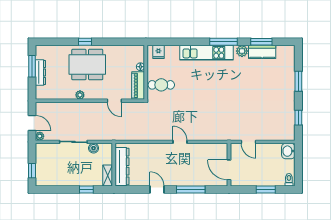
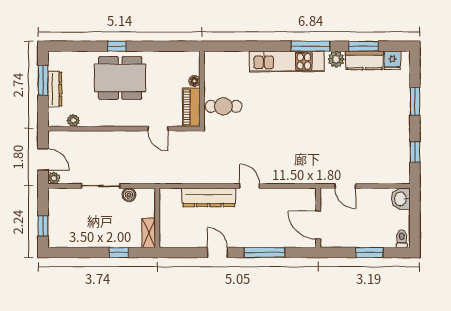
fridge: (158, 52) -> (392, 60), moved
plant: (80, 95) -> (73, 120), moved
dresser: (122, 166) -> (209, 197), moved, turned 90

